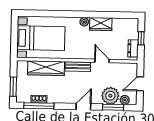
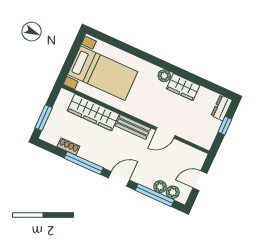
dresser: (133, 48) -> (222, 108), moved
door: (102, 61) -> (165, 133), swing flipped
plant: (110, 96) -> (160, 187), width x0.53, depth x0.53
window: (39, 106) -> (84, 163), moved
window: (113, 107) -> (155, 195), width x1.44

